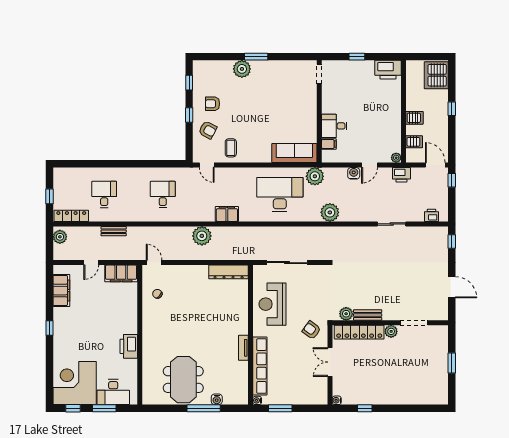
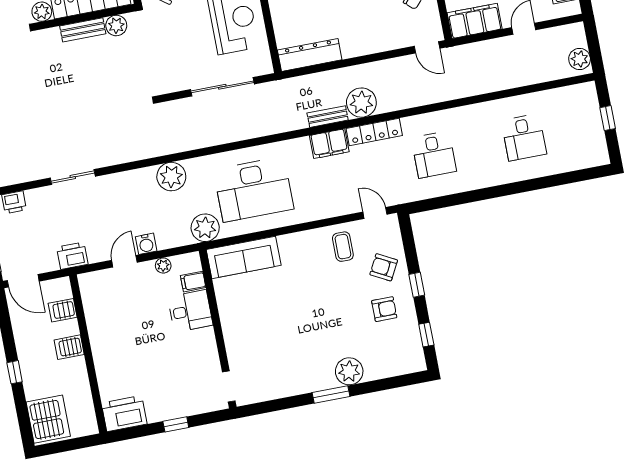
plant: (396, 158) -> (163, 266), moved
locker: (71, 216) -> (374, 132), moved
bench: (114, 231) -> (328, 117), moved

